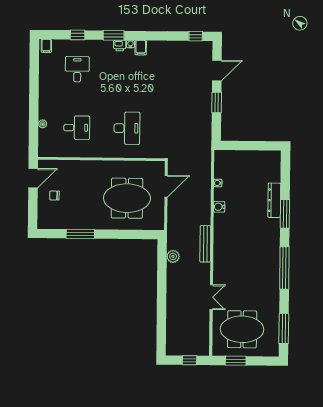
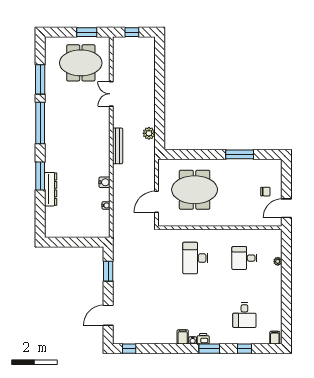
window: (217, 102) -> (108, 271), moved
window: (284, 329) -> (40, 79), moved

